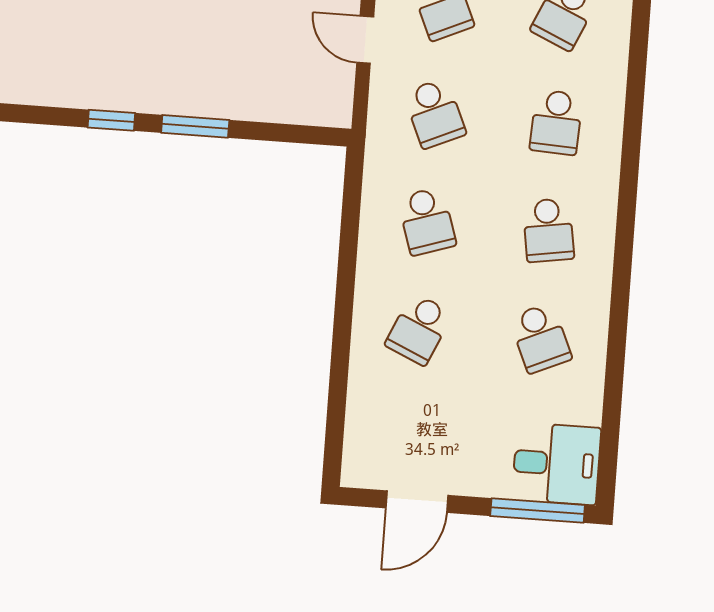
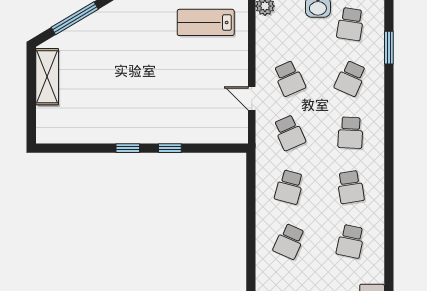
window: (195, 126) -> (170, 148), width x0.67
school desk: (427, 221) -> (289, 187), turned 33
school desk: (540, 338) -> (350, 241), turned 36

